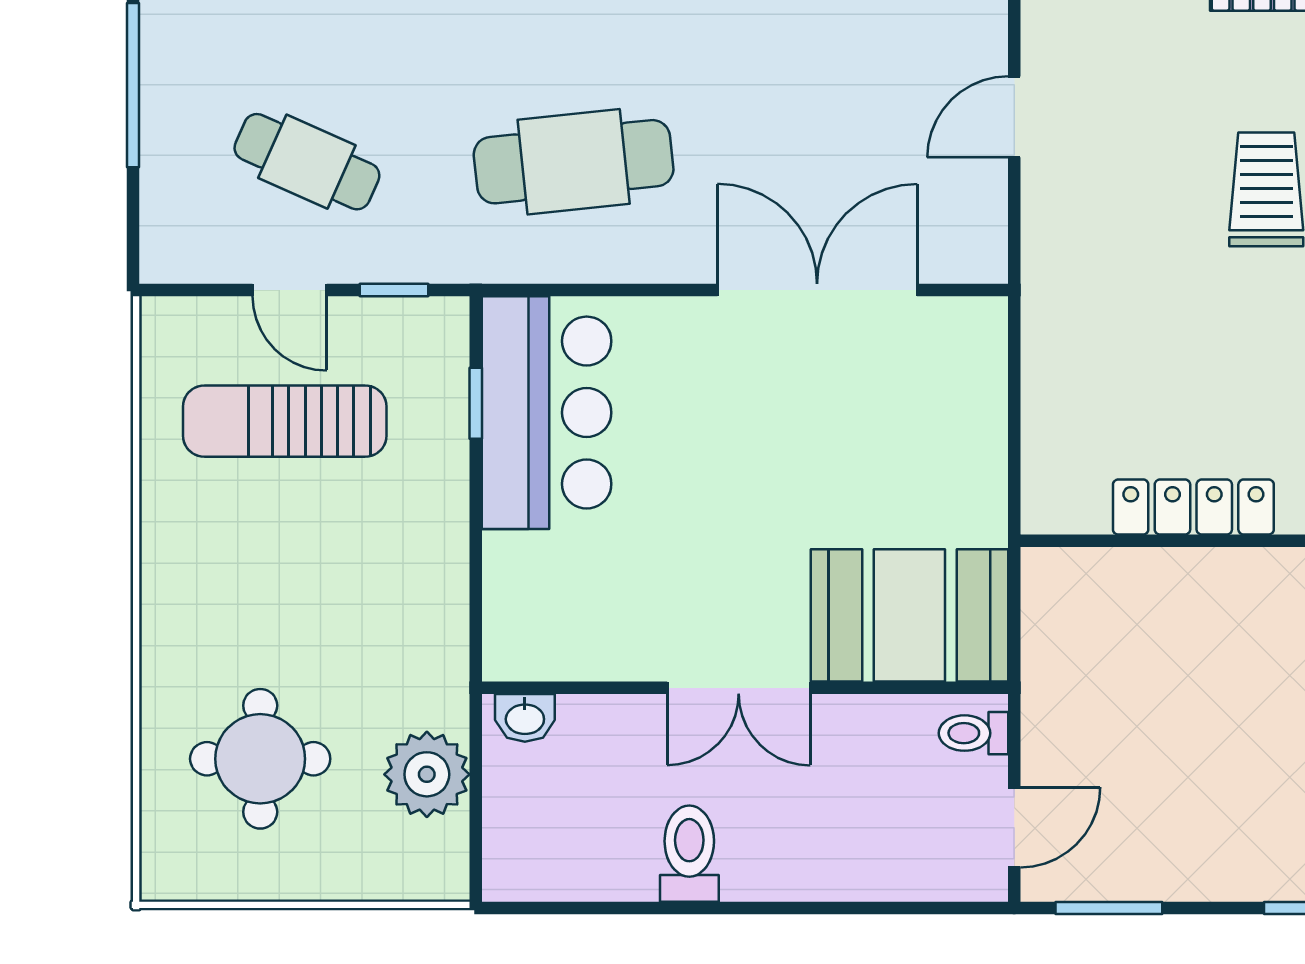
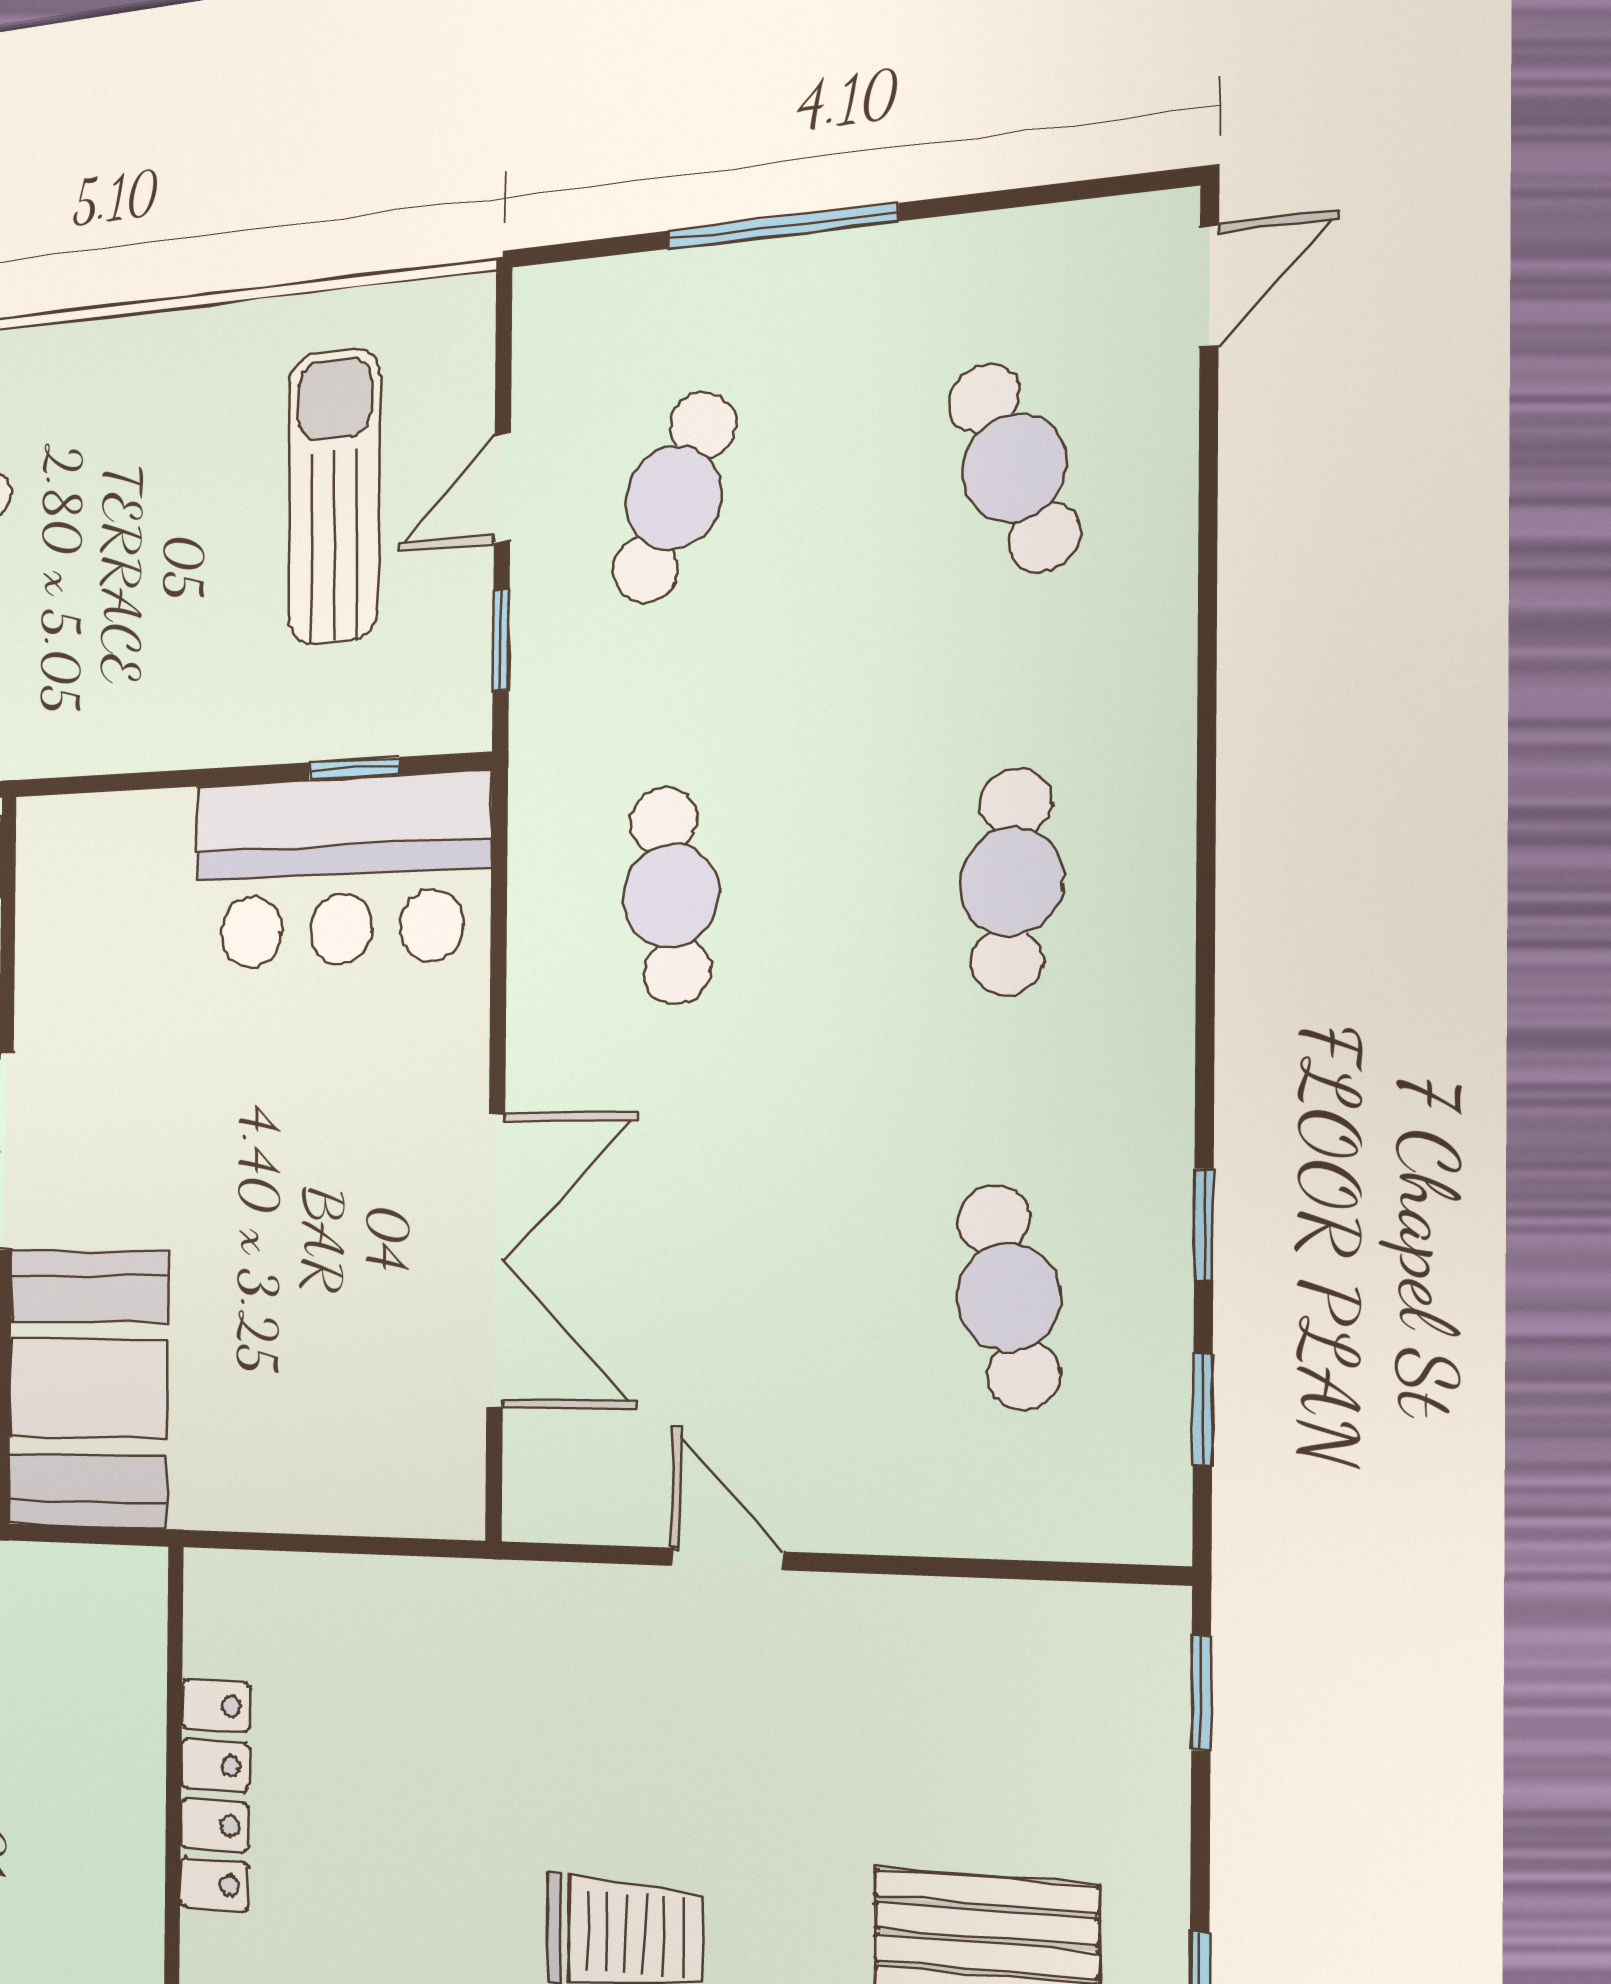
cafe table: (574, 162) -> (671, 896), width x0.73, depth x0.74

